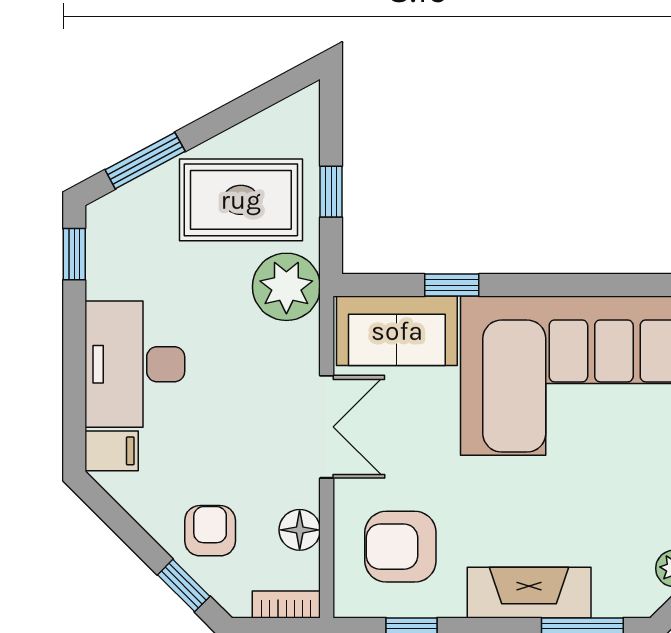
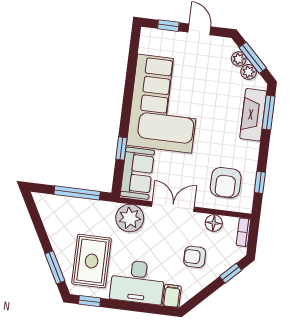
window: (331, 192) -> (77, 193), width x2.17
rug: (241, 200) -> (92, 261), moved
plant: (286, 287) -> (130, 218), moved
armchair: (210, 531) -> (195, 257), moved
fireplace: (529, 593) -> (253, 115), moved

